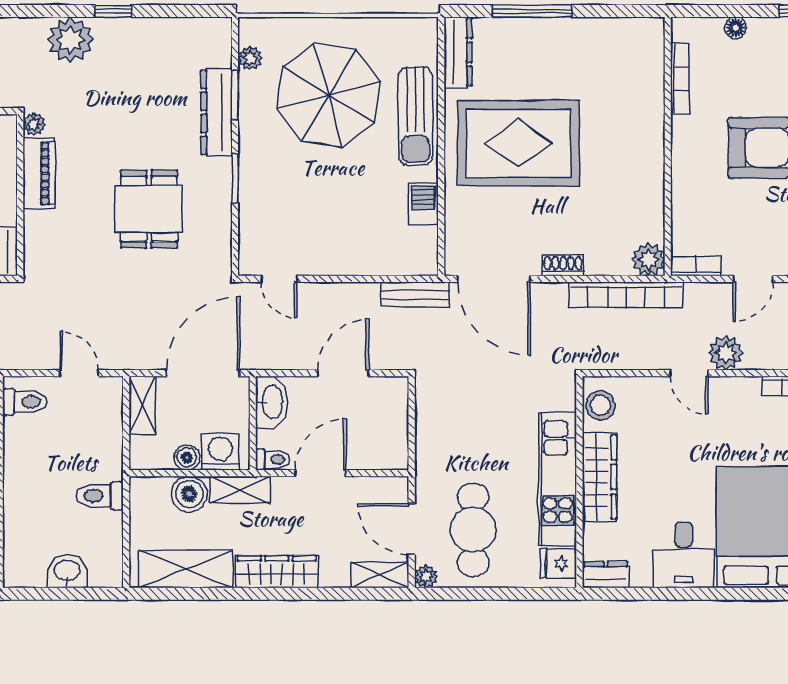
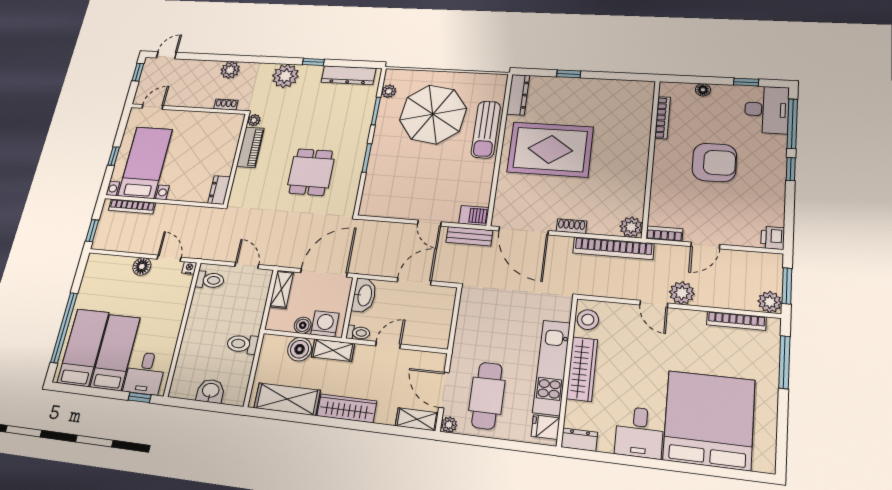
window: (532, 11) -> (569, 74), width x0.46
dresser: (216, 112) -> (348, 75), moved, turned -90
barbecue: (423, 204) -> (474, 215), moved, turned 90
door: (279, 279) -> (429, 223), moved
door: (321, 473) -> (388, 345), width x0.73

